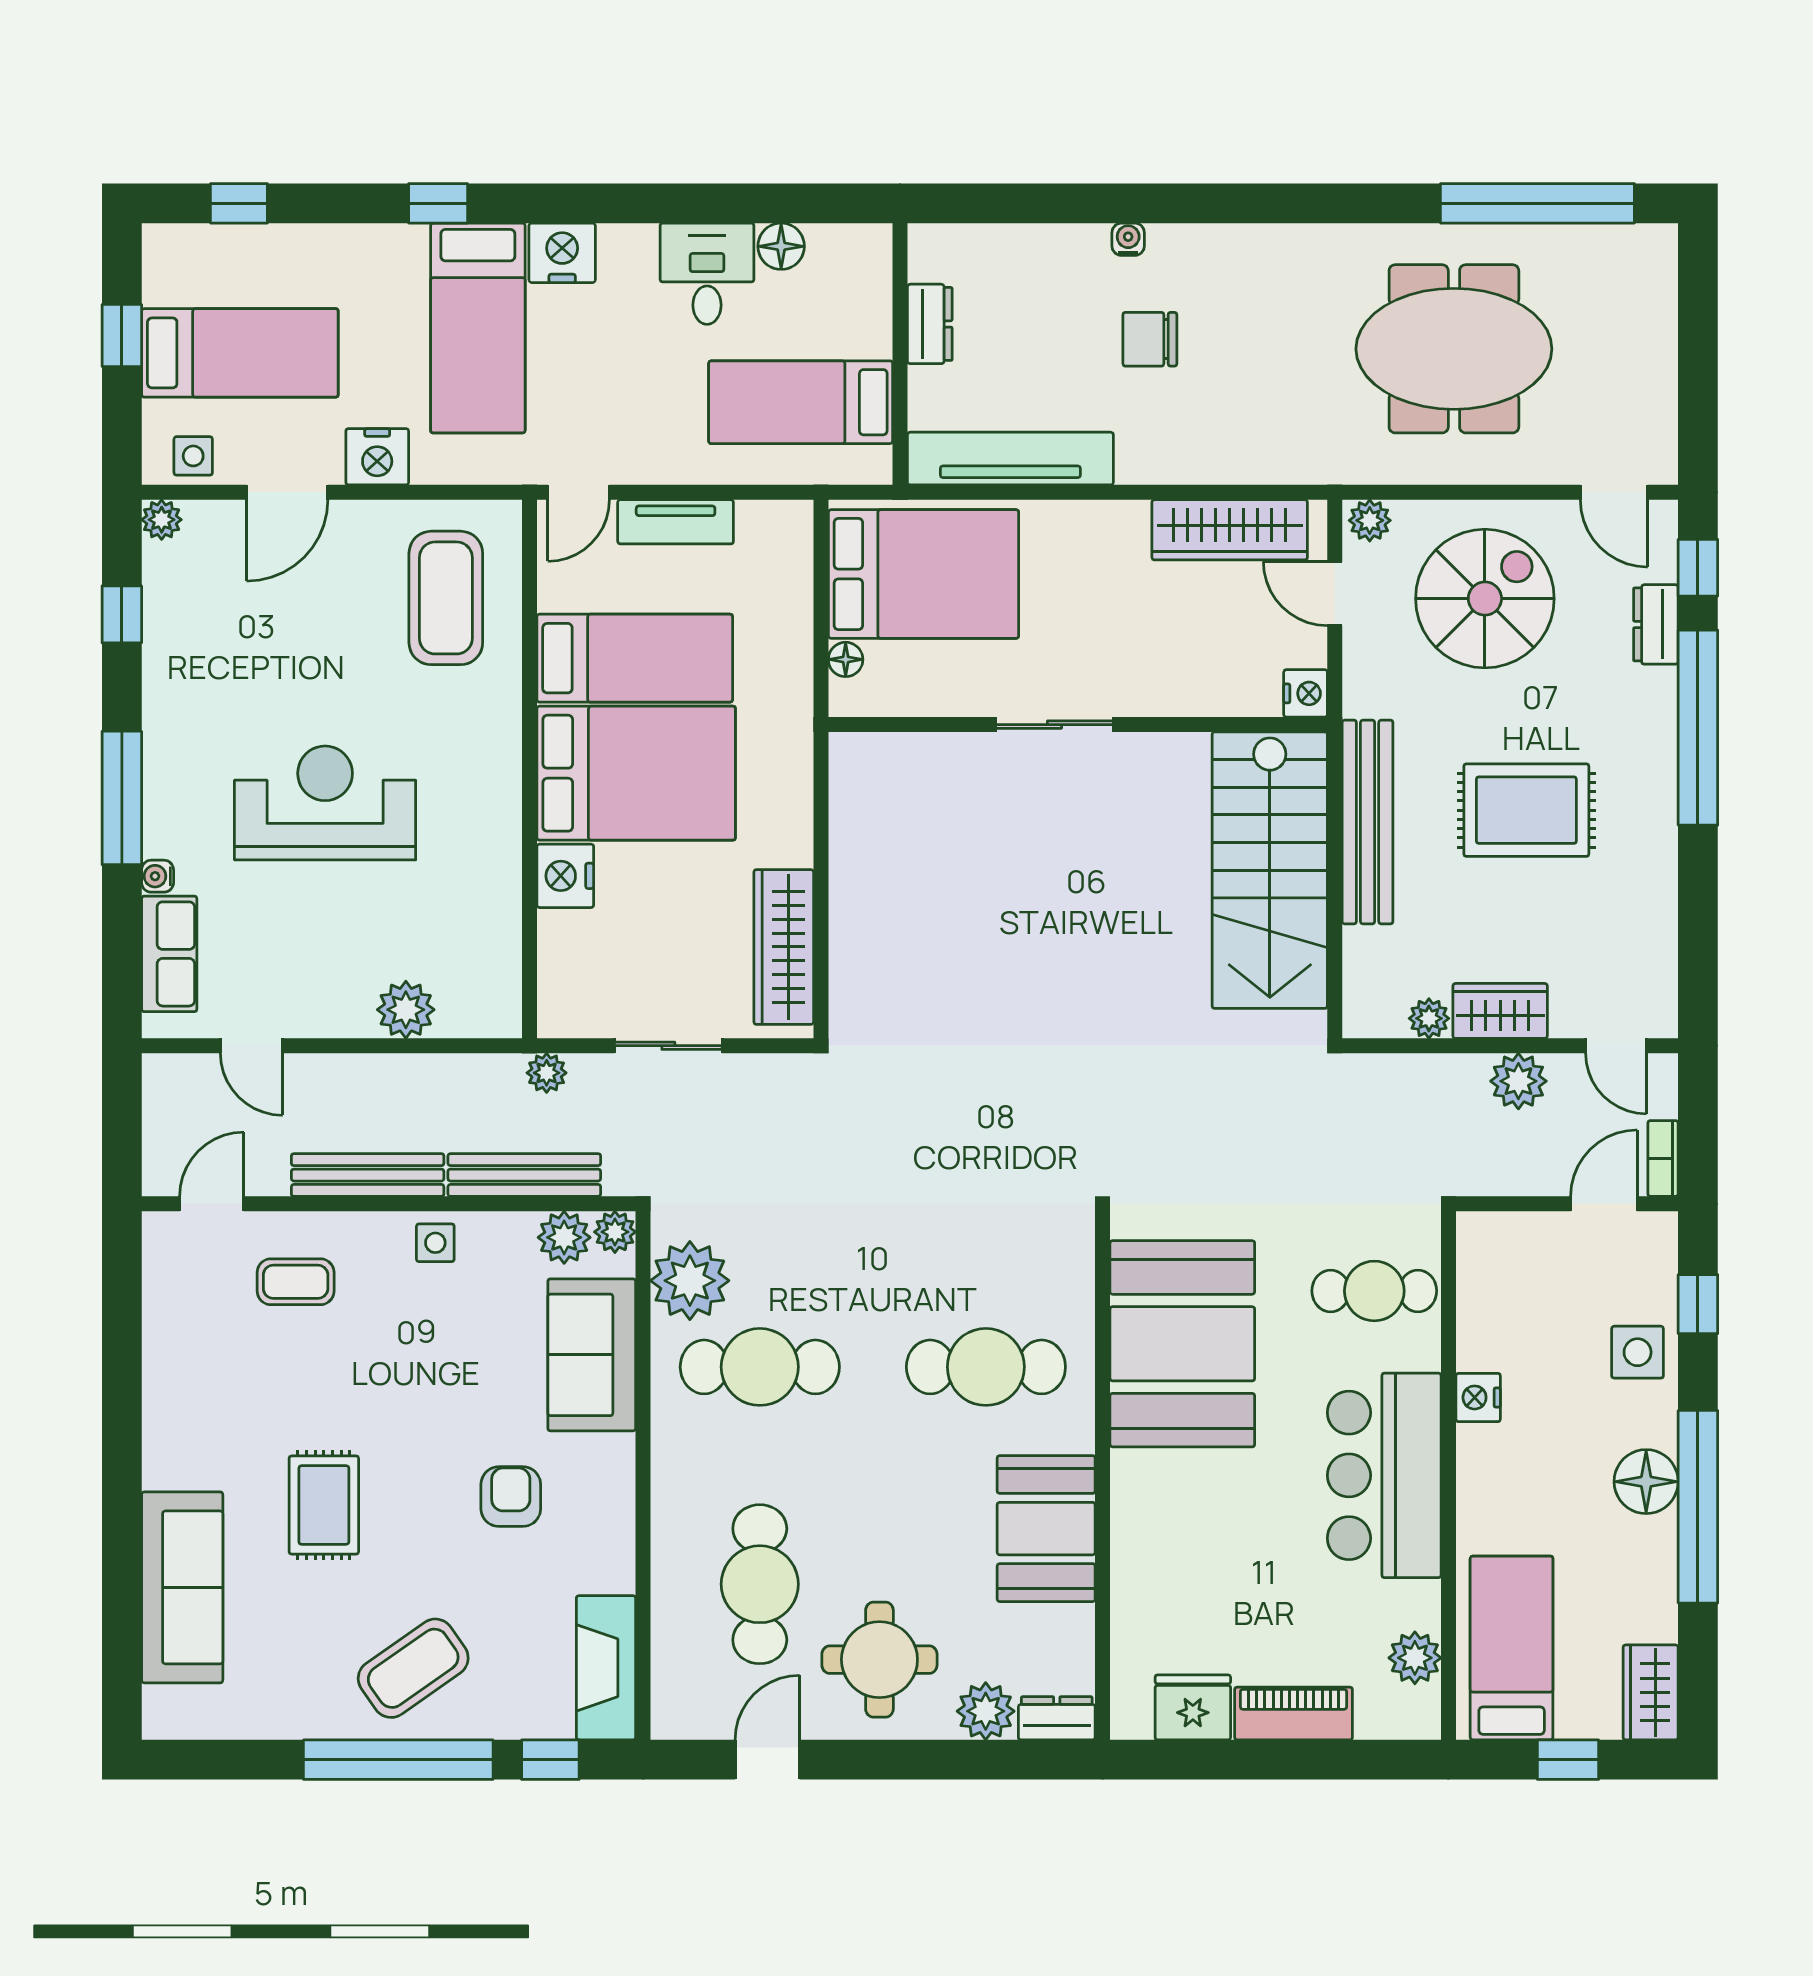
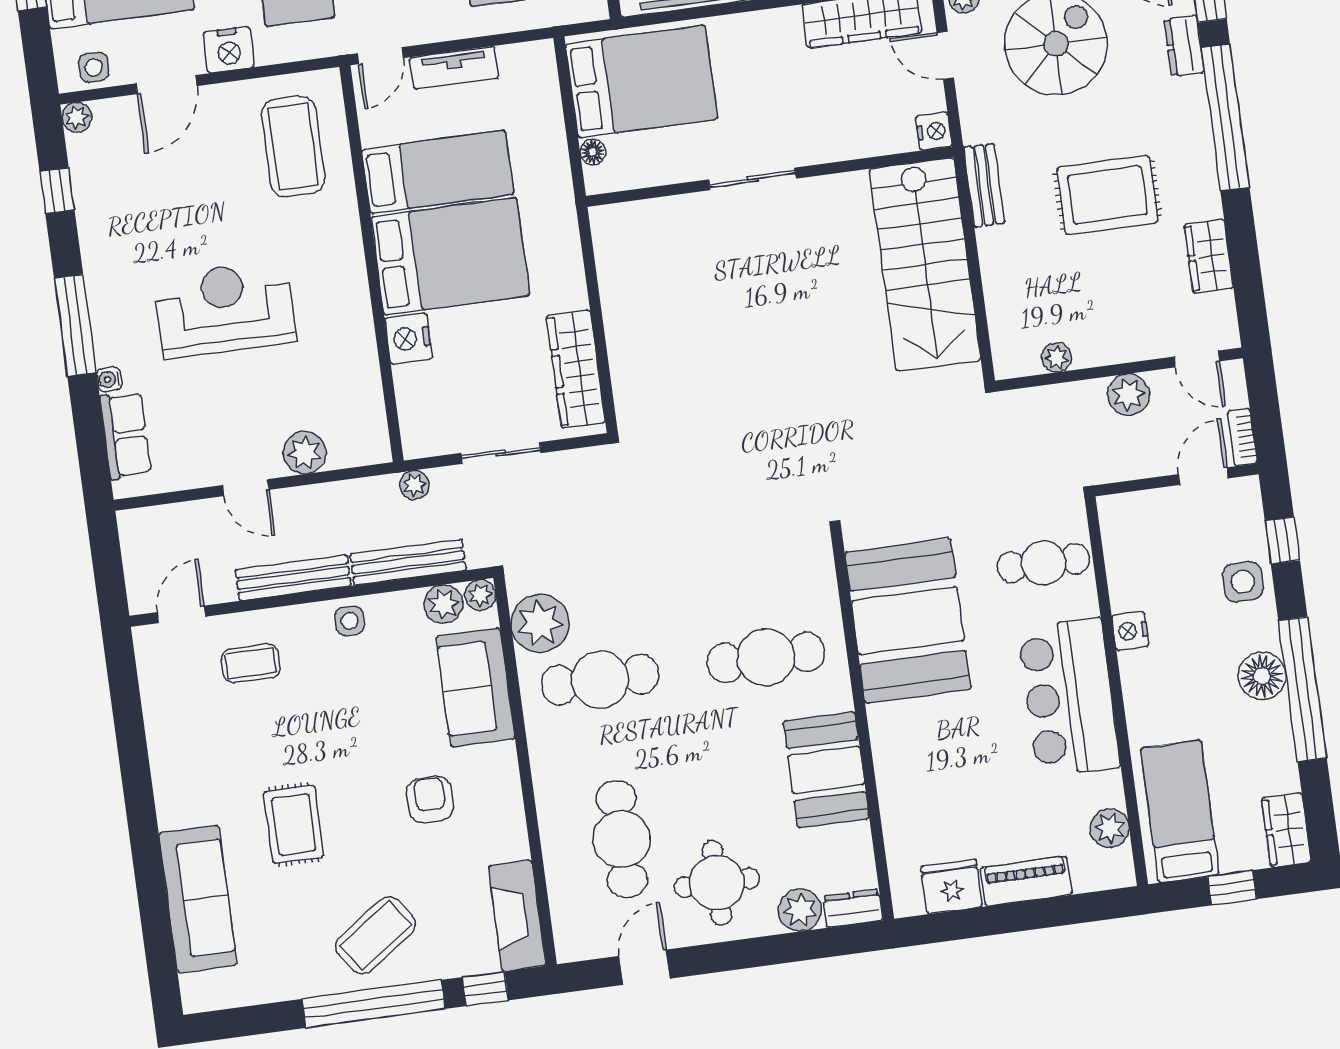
bench: (1368, 822) -> (984, 185), width x0.54, depth x0.82
wardrobe: (1500, 1011) -> (1209, 256), moved, turned -90
door: (252, 1046) -> (246, 488), moved

